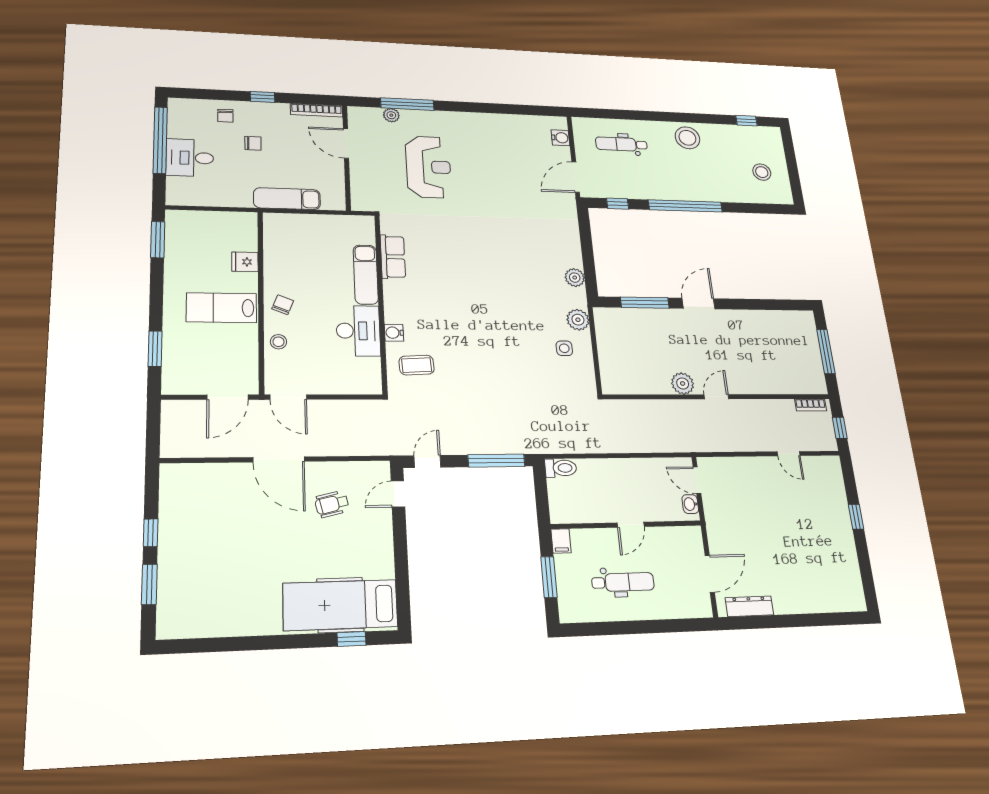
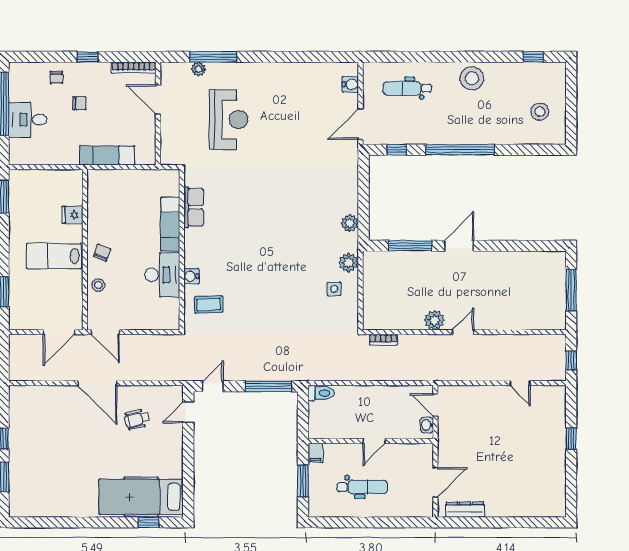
bookcase: (811, 405) -> (383, 340), moved

